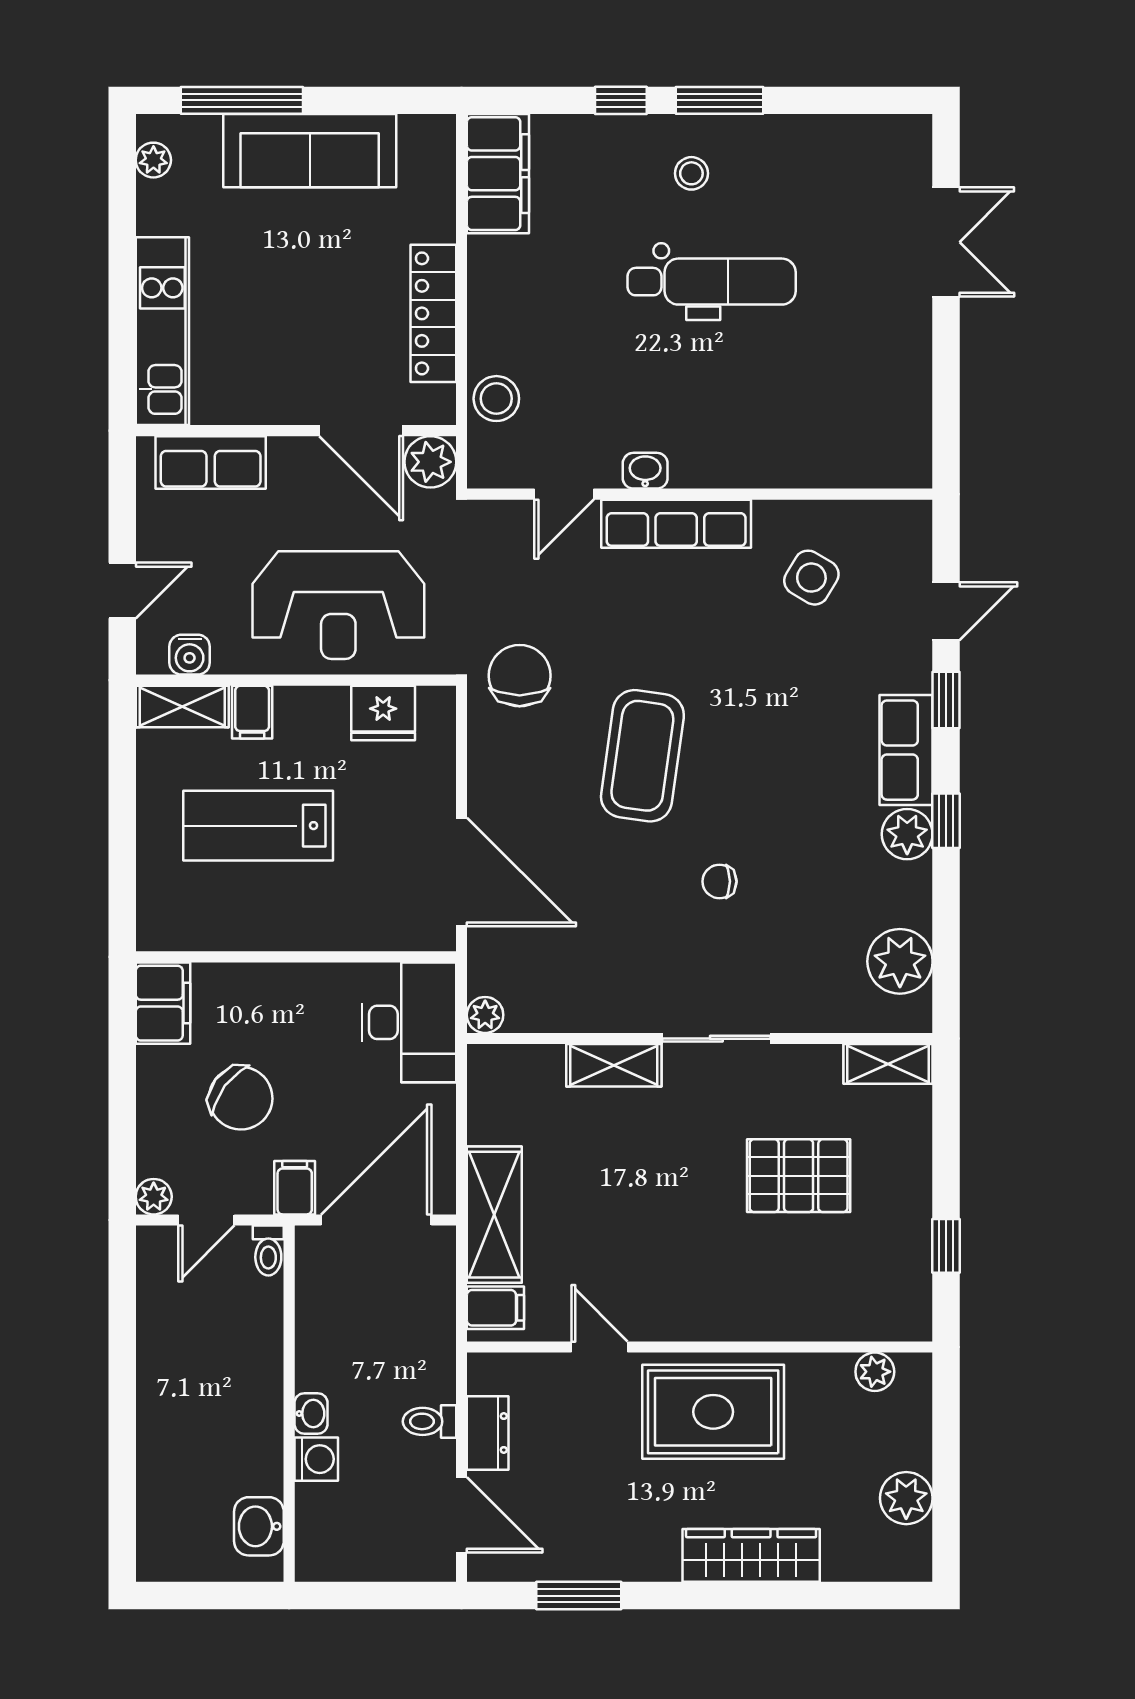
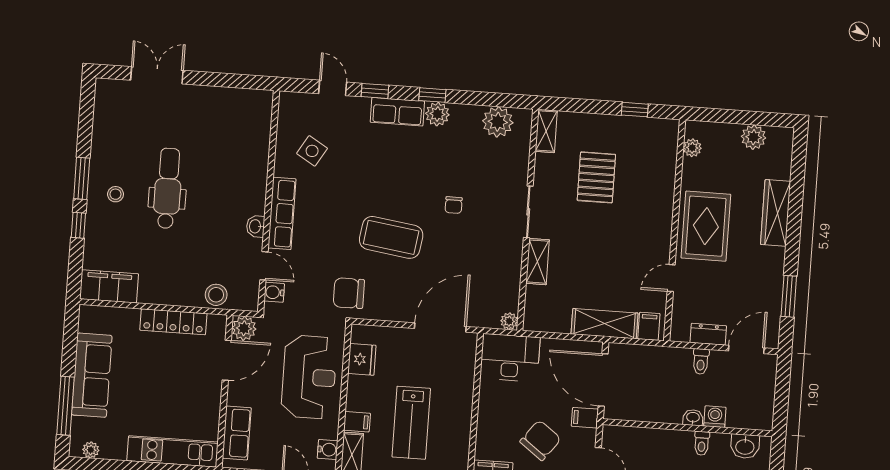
water cooler: (510, 520) -> (274, 292), added
toilet: (268, 1250) -> (702, 443), moved, turned 90

